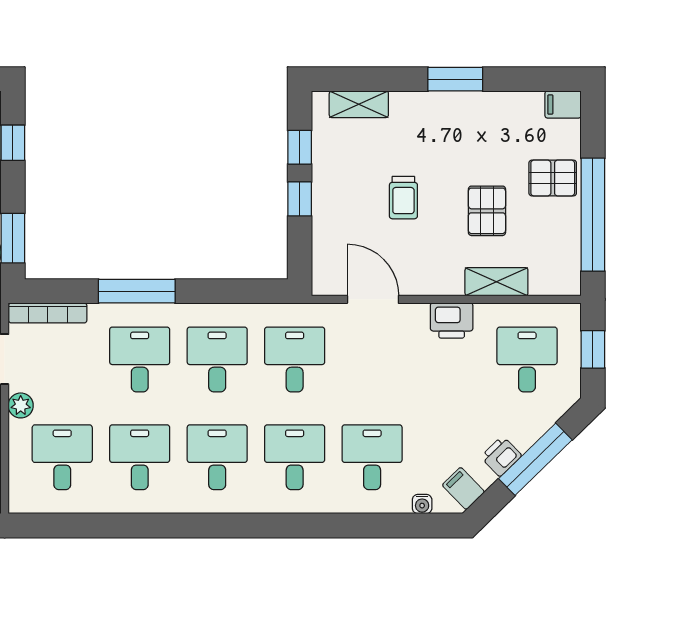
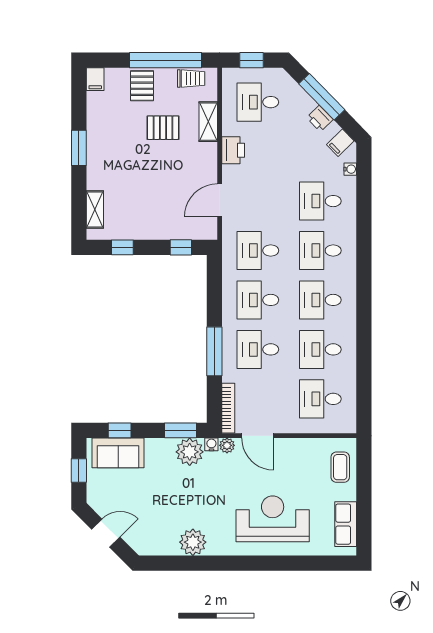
trolley: (403, 198) -> (191, 79), moved
window: (300, 199) -> (181, 247), moved
plant: (21, 405) -> (287, 425), removed

